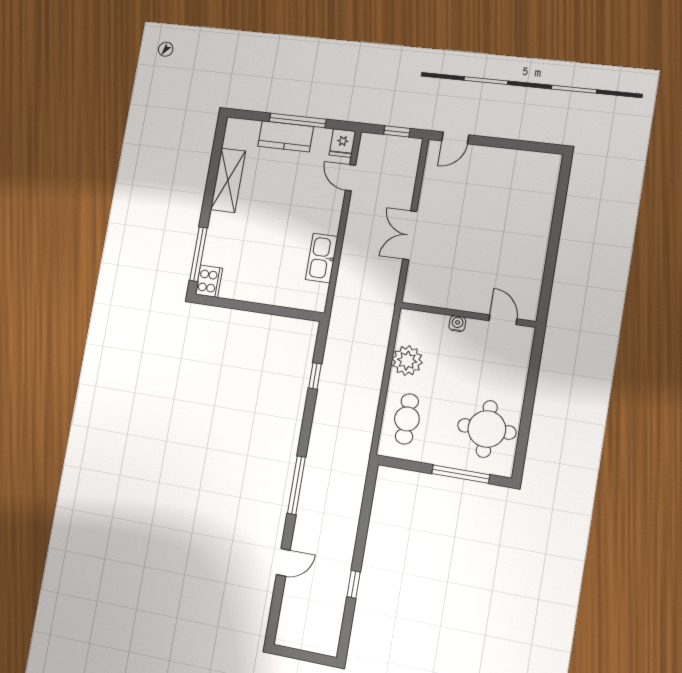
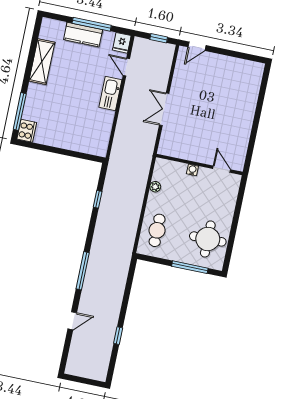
kitchen sink: (322, 258) -> (110, 94), moved
plant: (407, 361) -> (155, 187), width x0.53, depth x0.53

